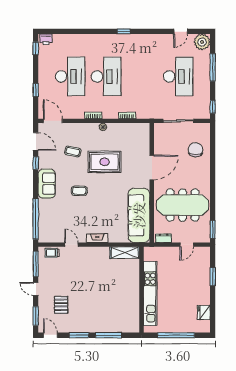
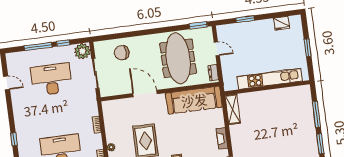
plant: (202, 42) -> (82, 51), moved
window: (213, 107) -> (63, 43), moved
window: (176, 335) -> (308, 48), width x0.47

